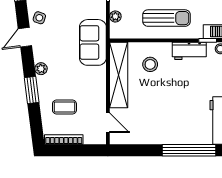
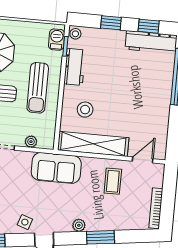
sun lounger: (166, 18) -> (38, 88), turned 180
coffee table: (64, 107) -> (113, 181), moved

